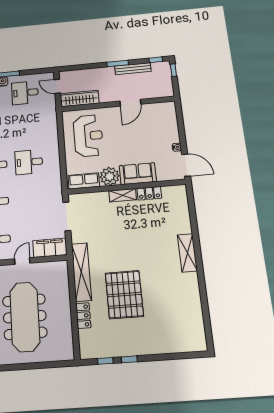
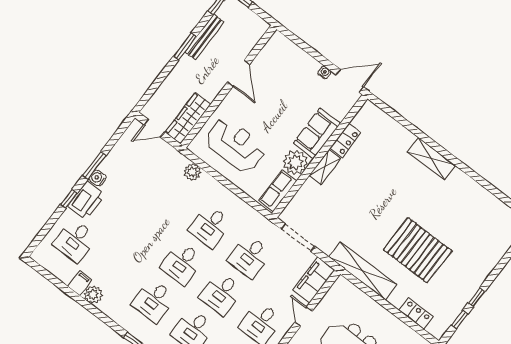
desk: (25, 93) -> (250, 256), moved
plant: (51, 126) -> (192, 172), added
locker: (83, 316) -> (416, 314), moved

